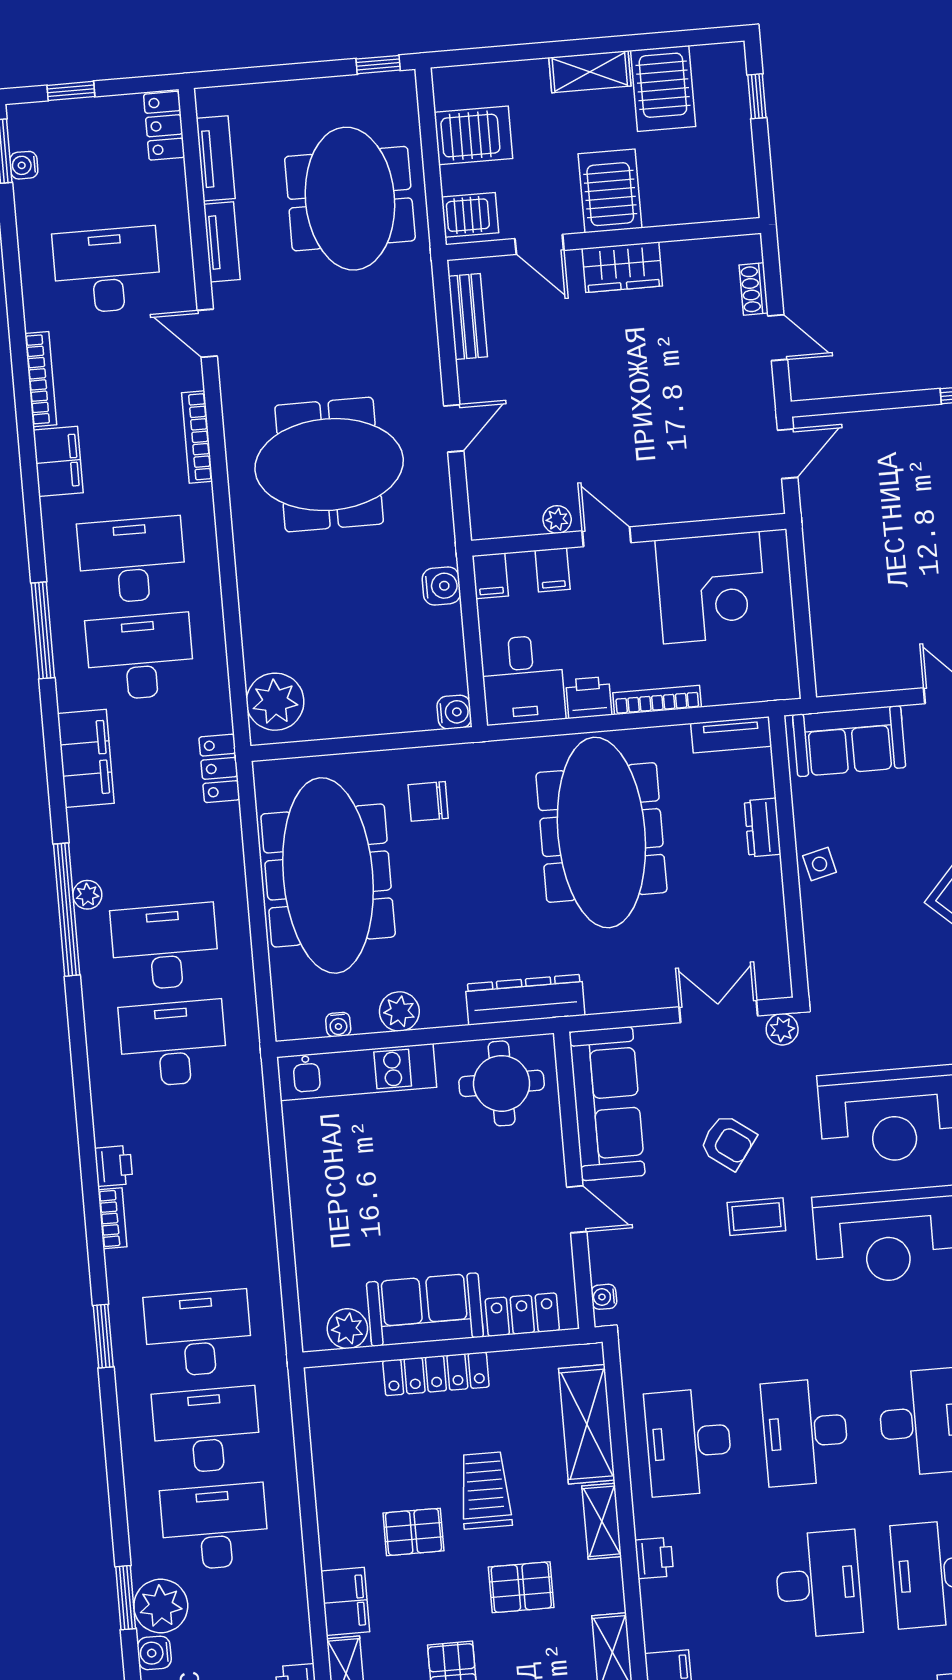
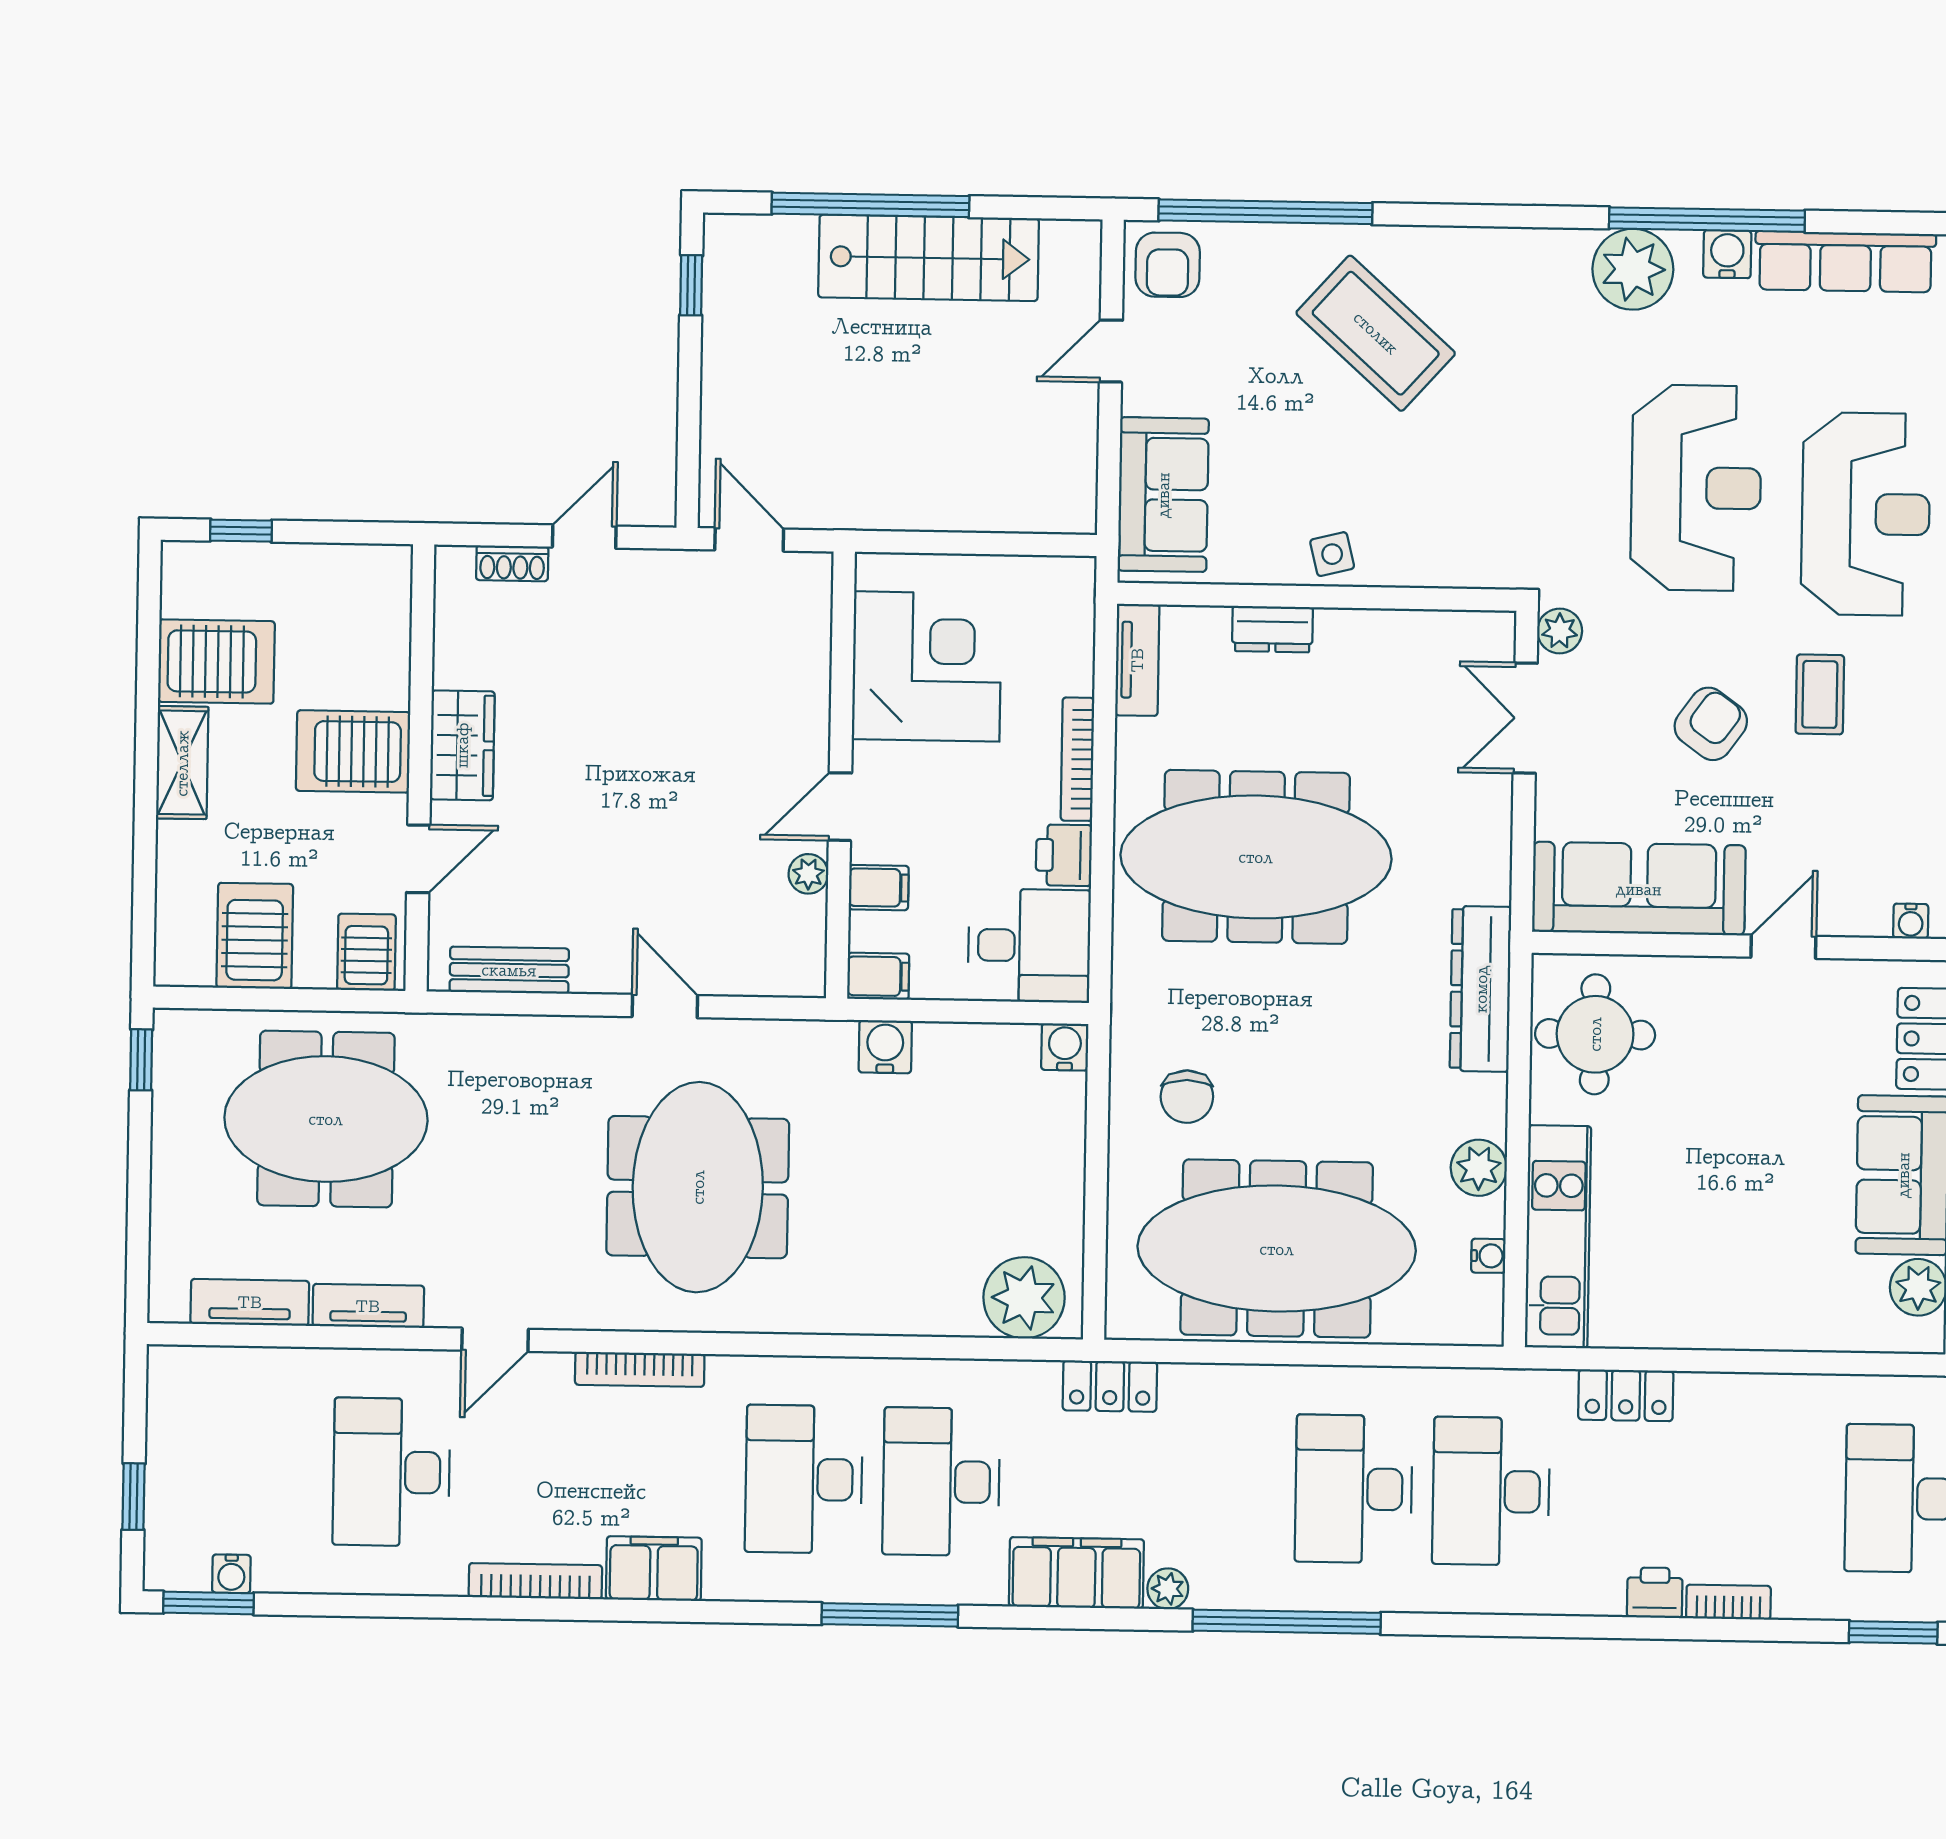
locker: (164, 126) -> (1626, 1395), moved
plant: (87, 895) -> (1168, 1589), moved

